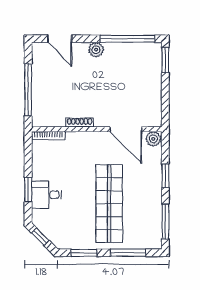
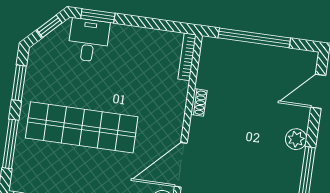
shoe rack: (80, 123) -> (199, 102), width x0.70
window: (28, 190) -> (98, 16), moved
desk: (46, 195) -> (89, 40), moved

